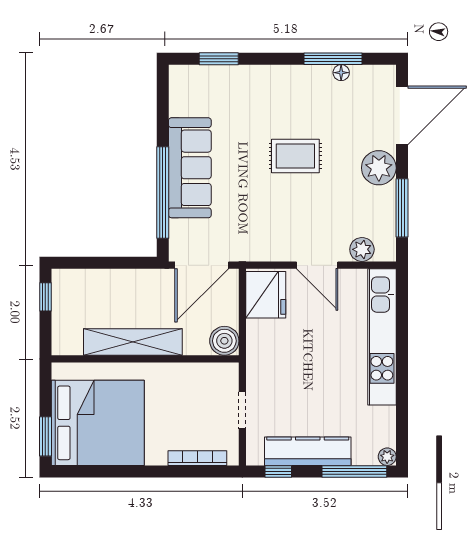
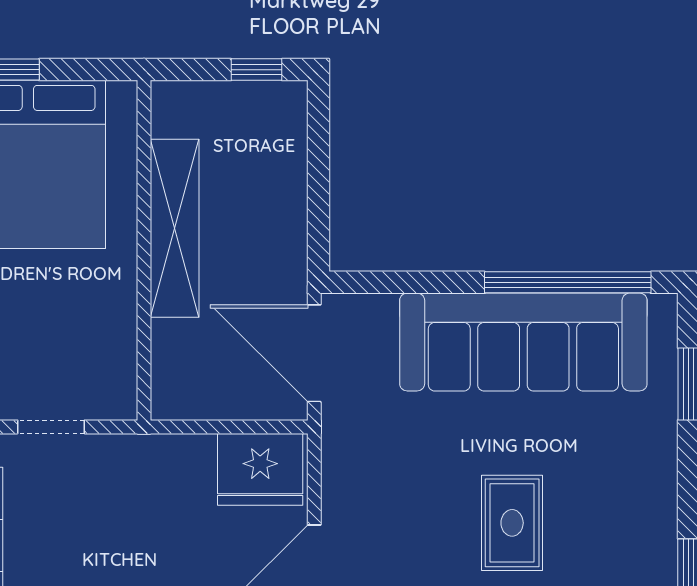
sofa: (190, 168) -> (523, 342), width x1.36, depth x1.27
window: (163, 193) -> (568, 282), moved
boiler: (224, 341) -> (177, 394), removed

